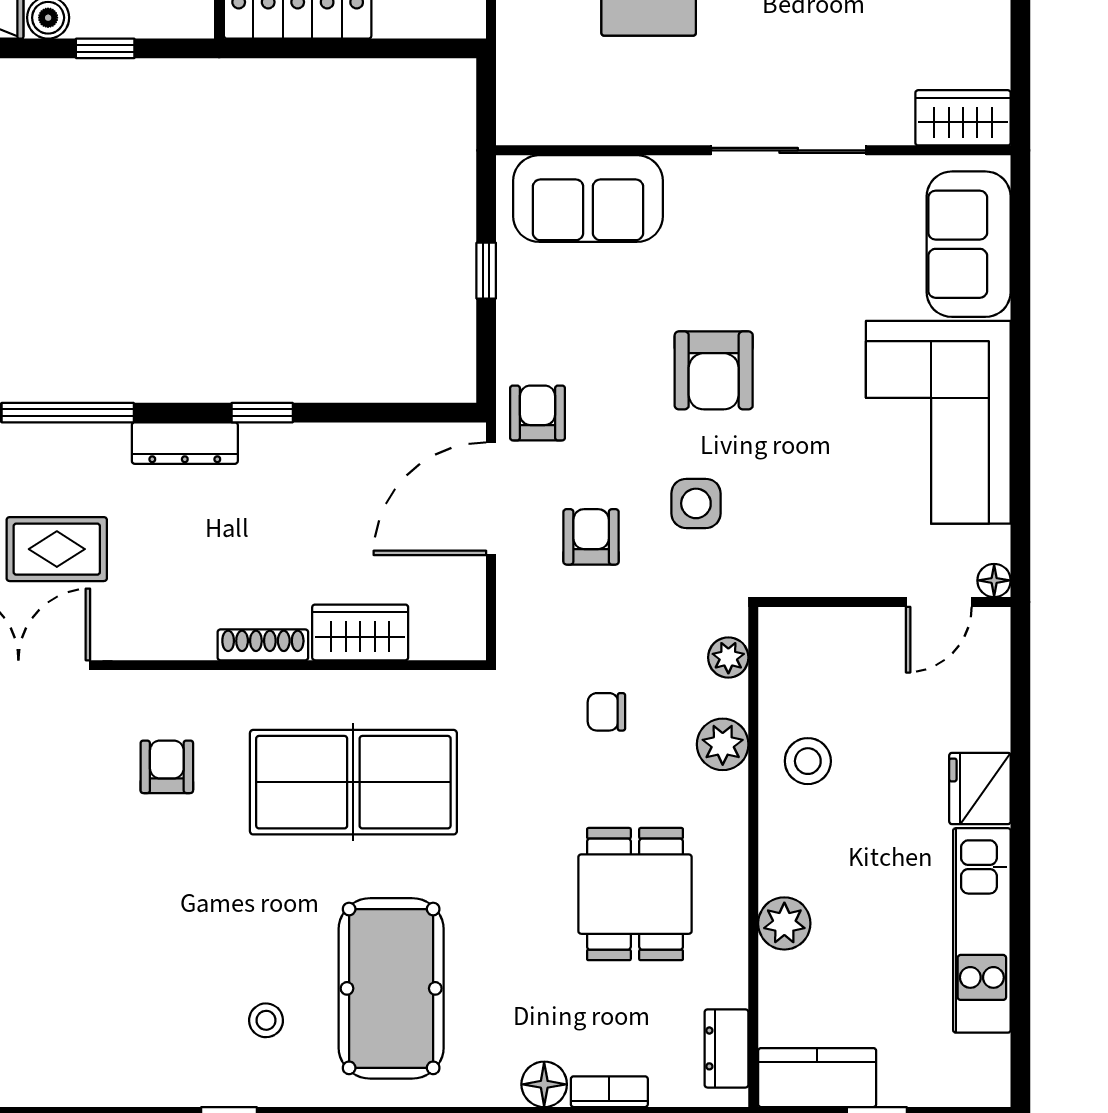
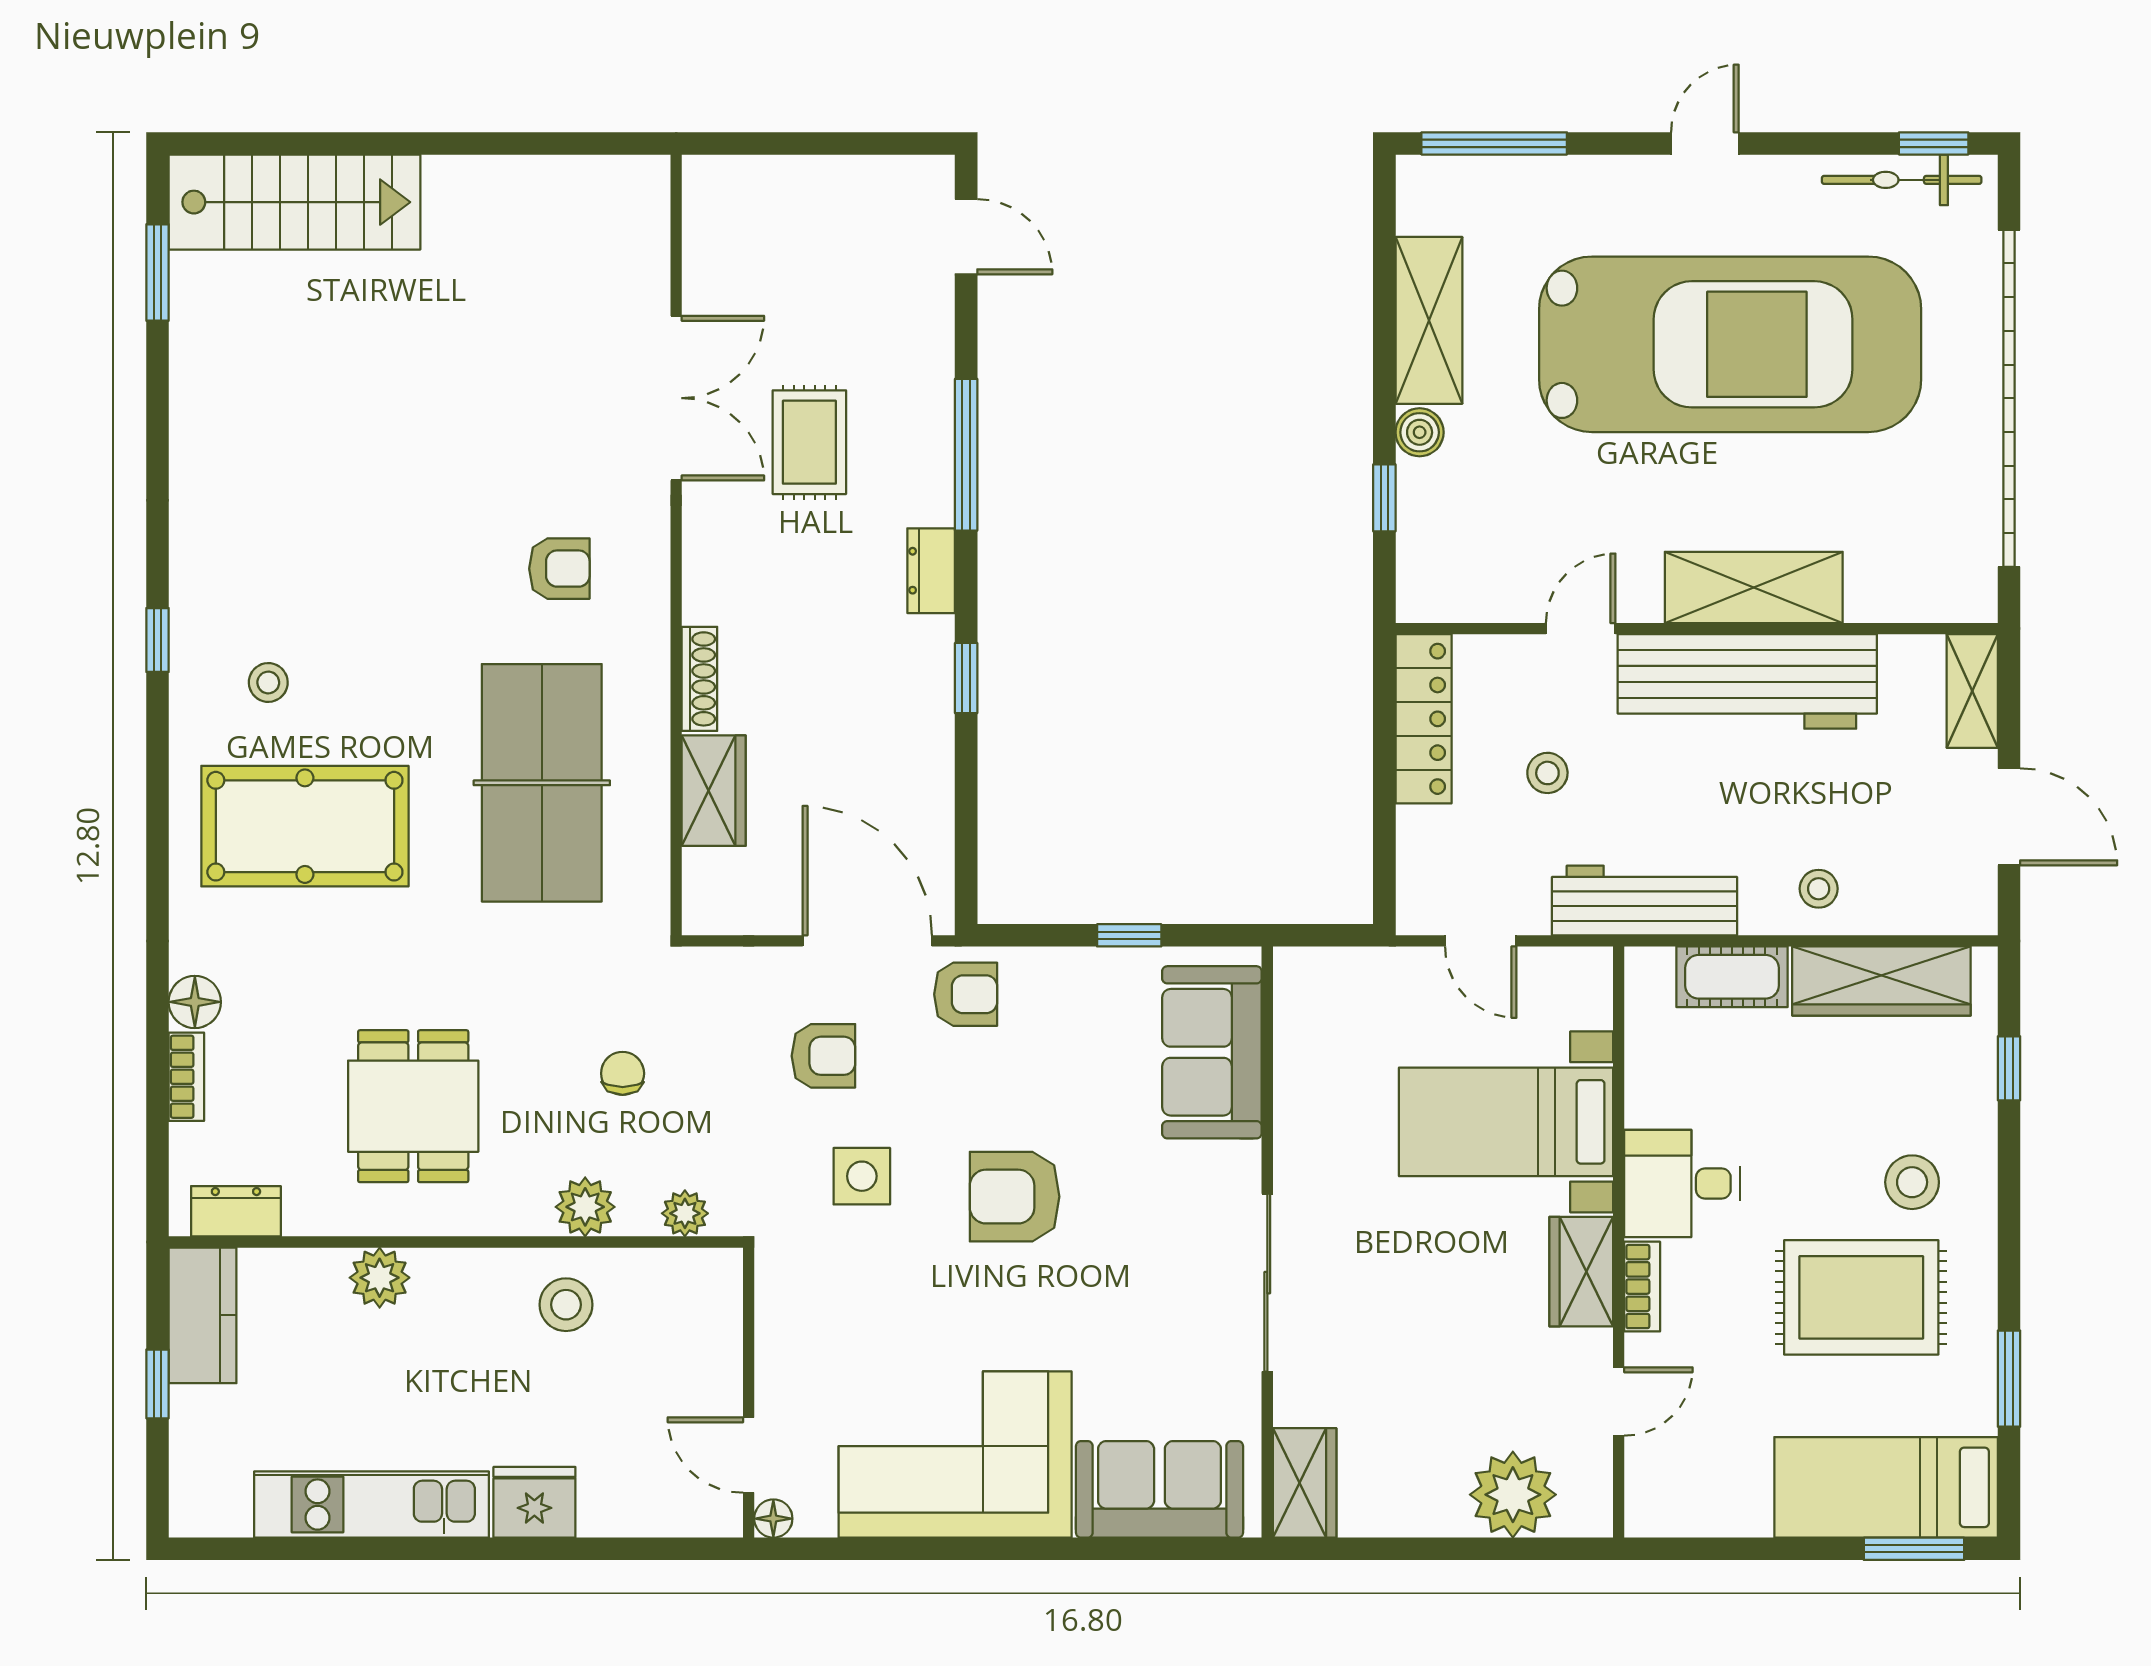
dresser: (185, 443) -> (931, 571), width x0.70
dining table: (635, 894) -> (413, 1106), turned 90

